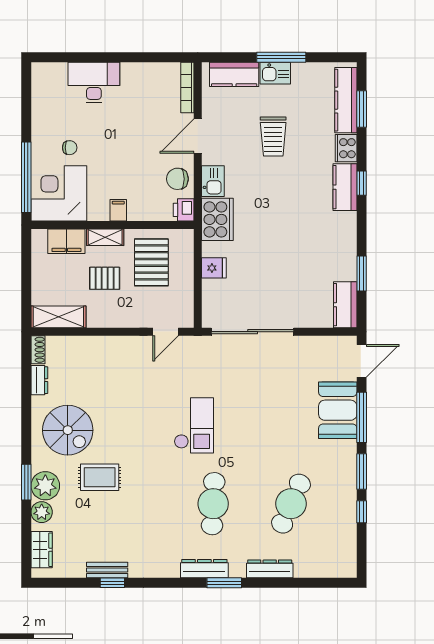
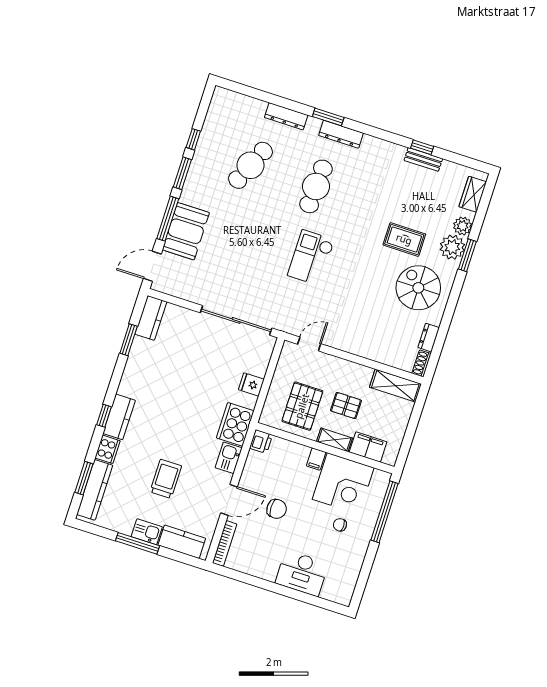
chair: (177, 179) -> (277, 509), moved
corner desk: (59, 193) -> (343, 483), moved

